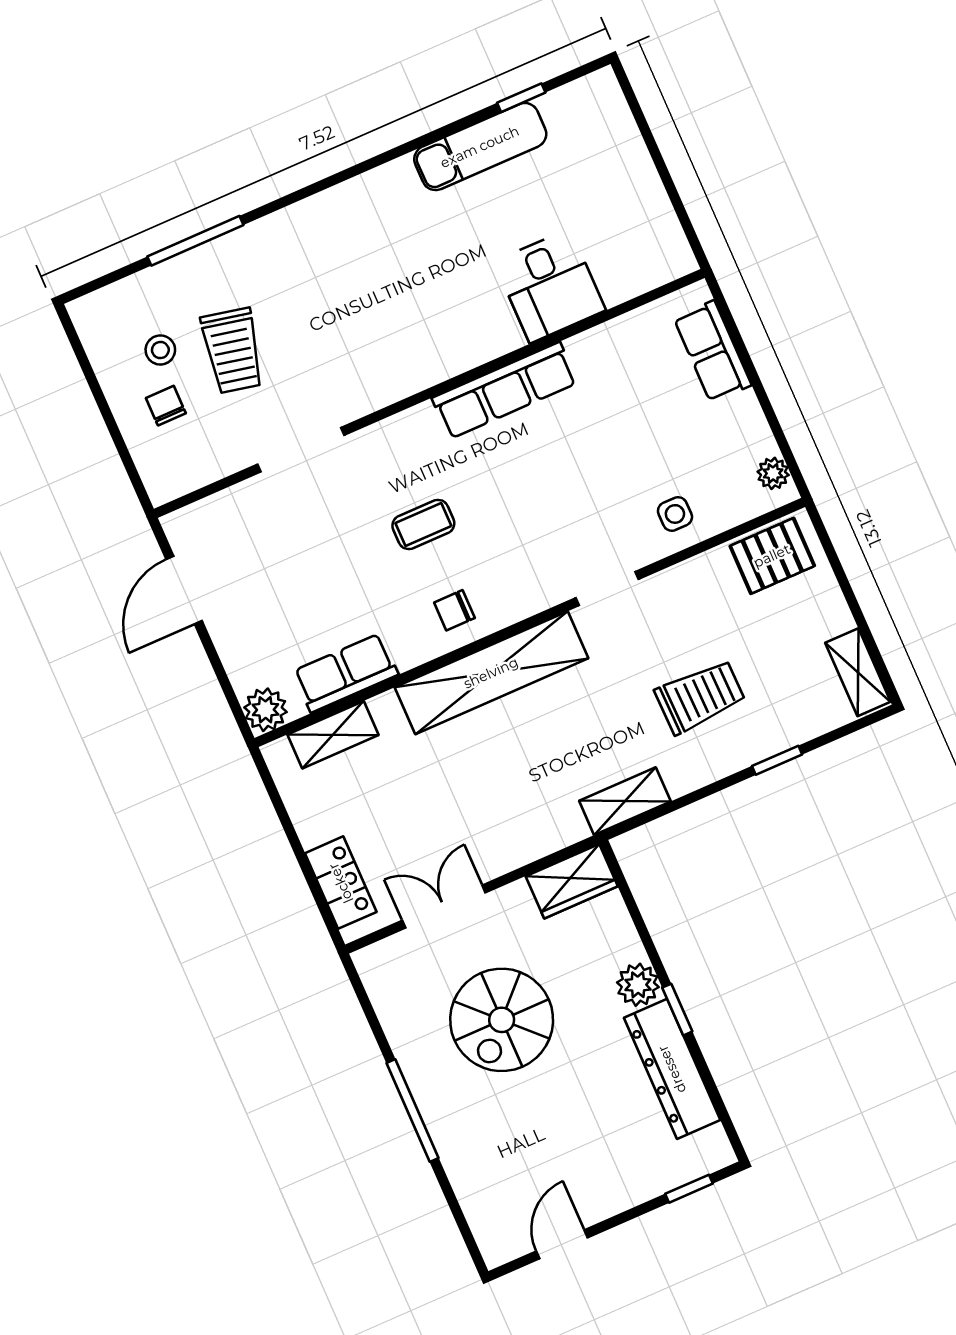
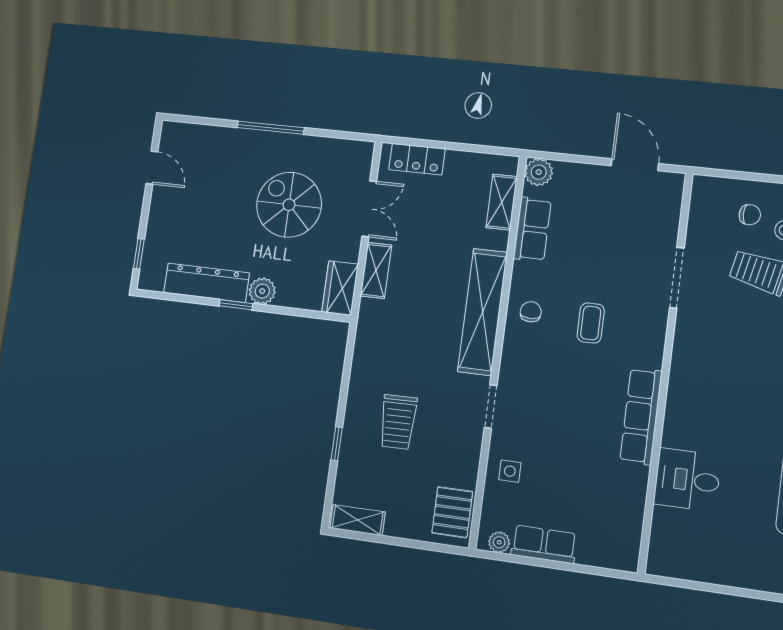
row of seats: (712, 352) -> (544, 544), moved
shelving: (625, 801) -> (376, 270), moved

